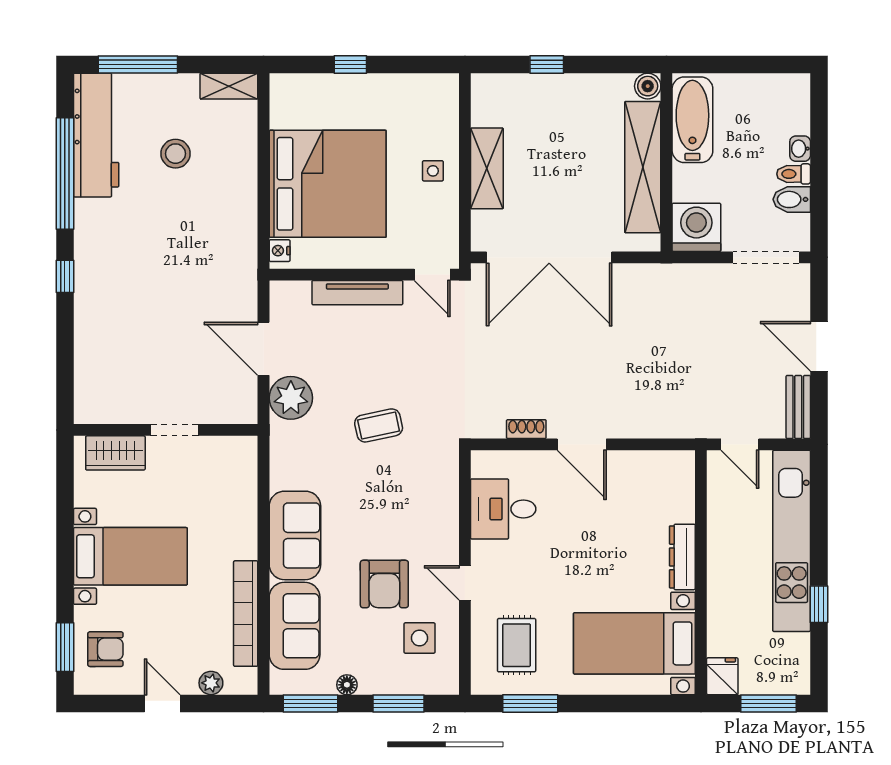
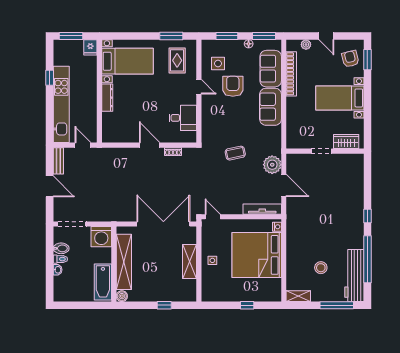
tv unit: (357, 293) -> (262, 209), moved
armchair: (105, 649) -> (350, 59), turned 76

